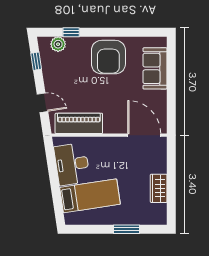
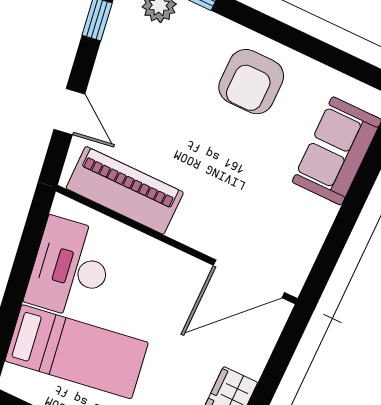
armchair: (108, 57) -> (251, 82), width x0.73, depth x0.73
door: (144, 135) -> (249, 279), swing flipped

